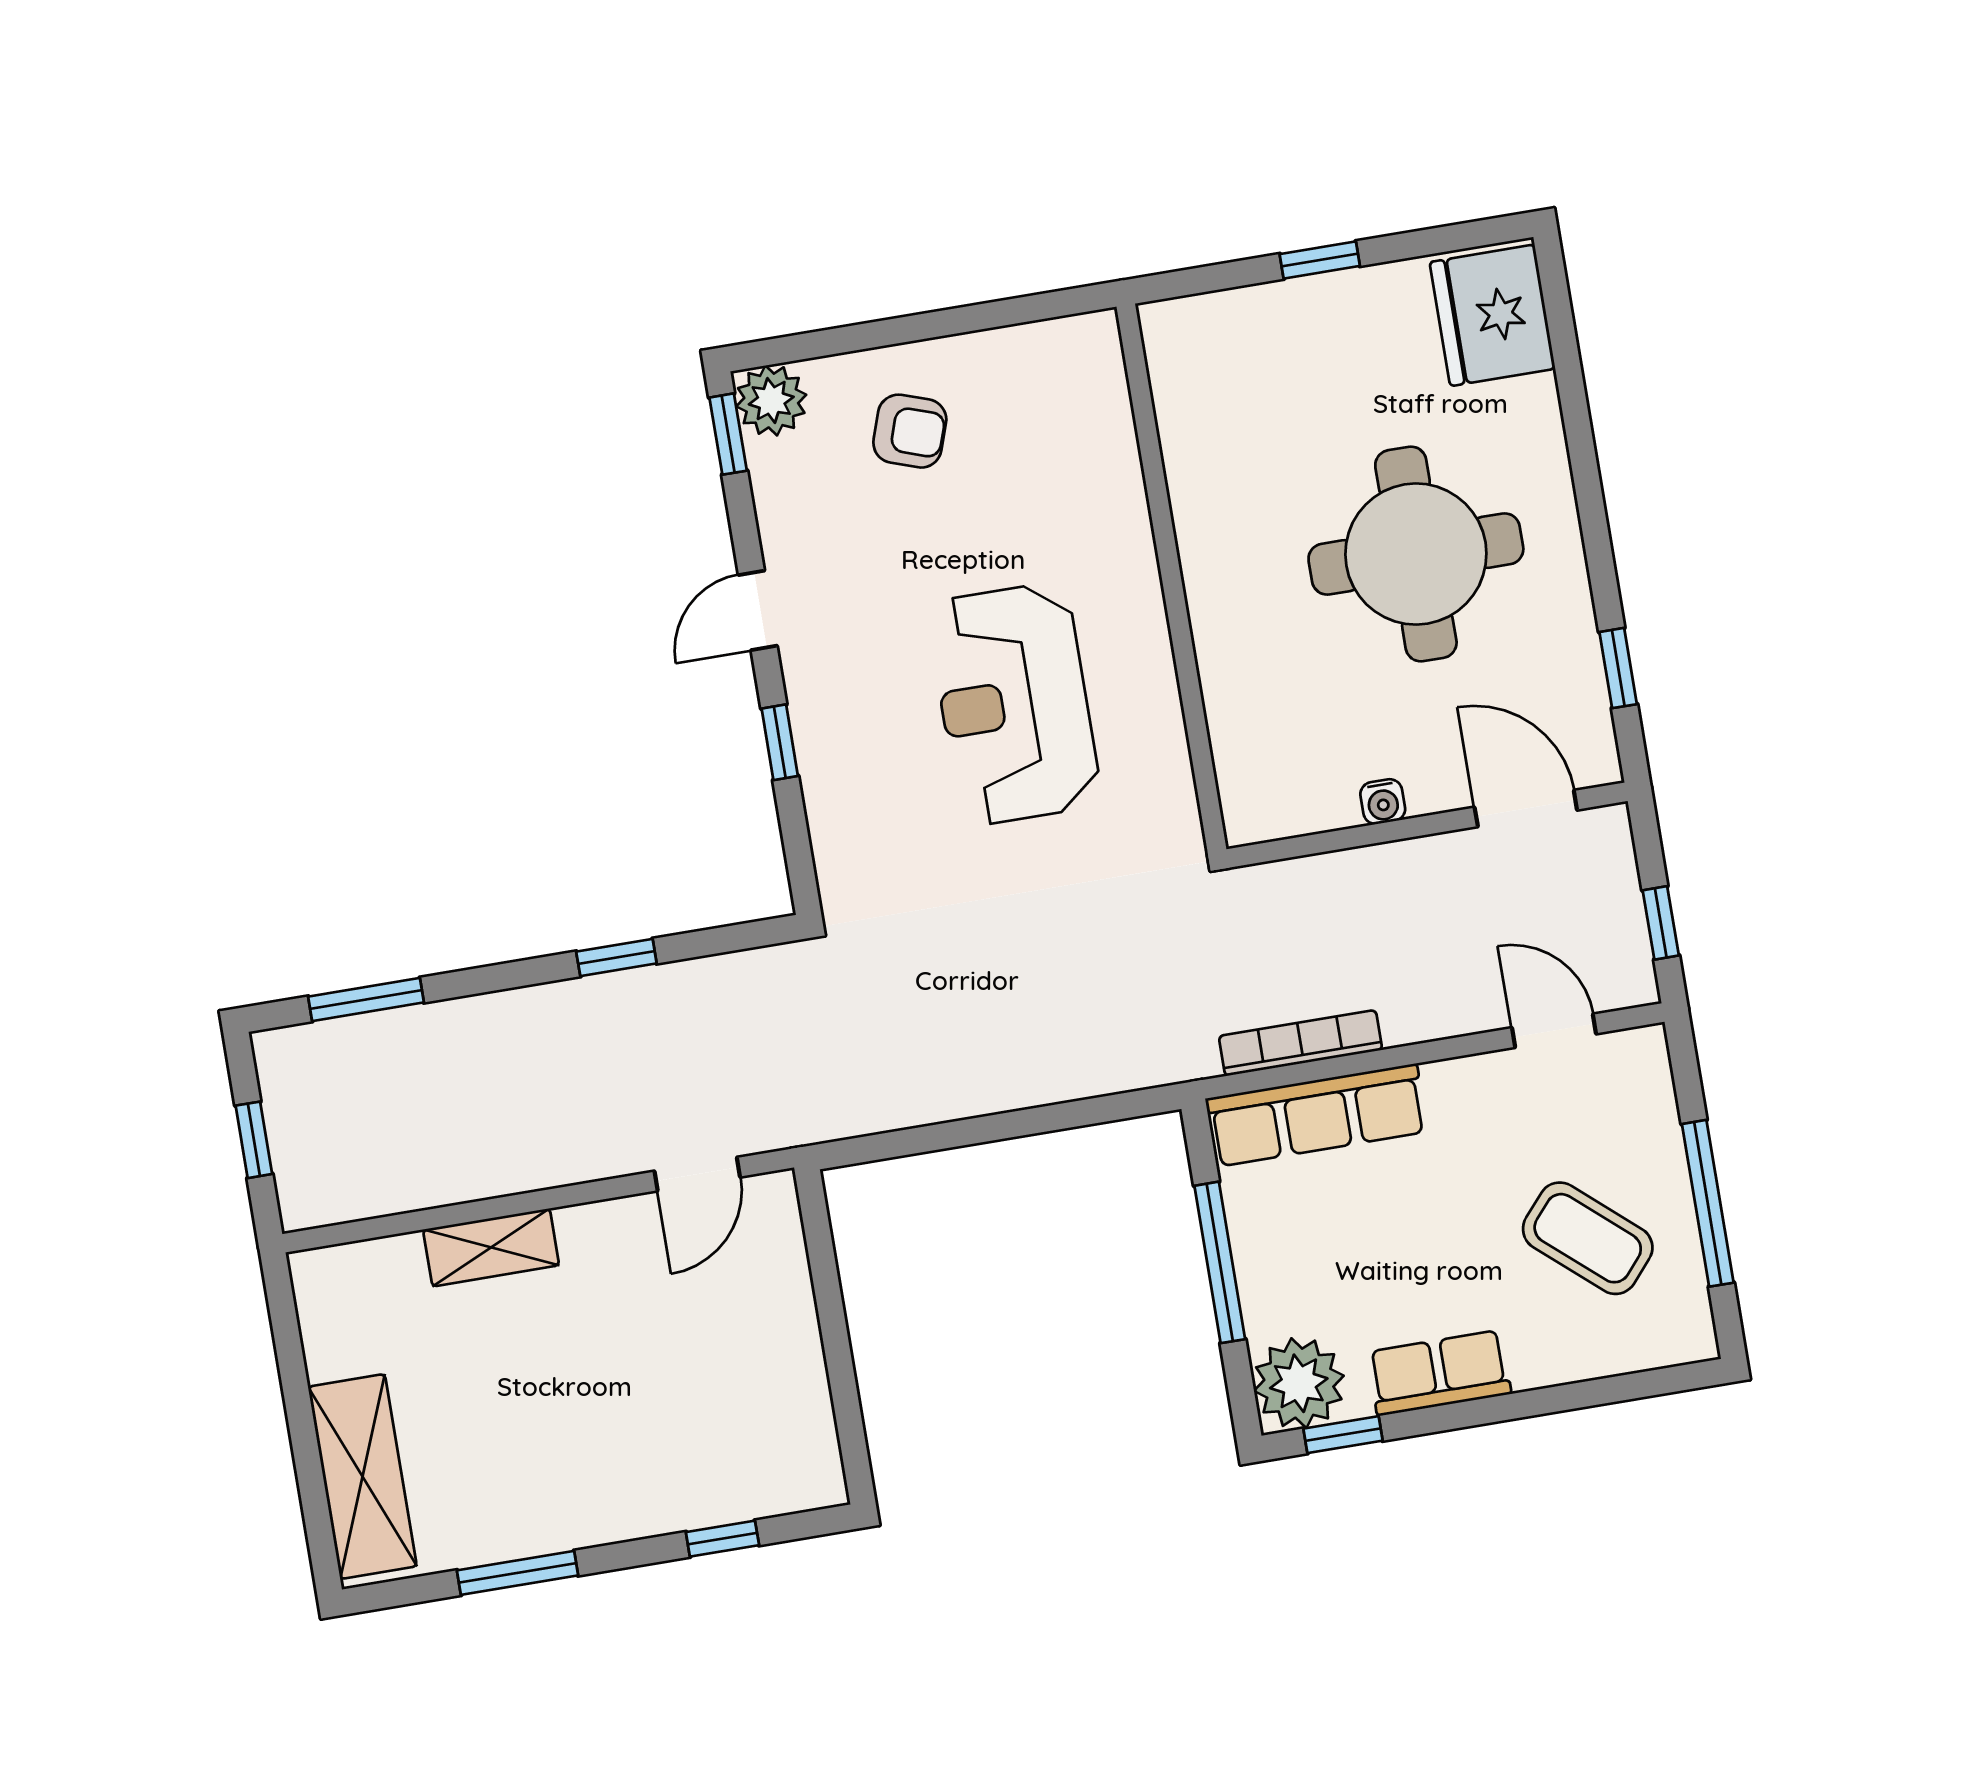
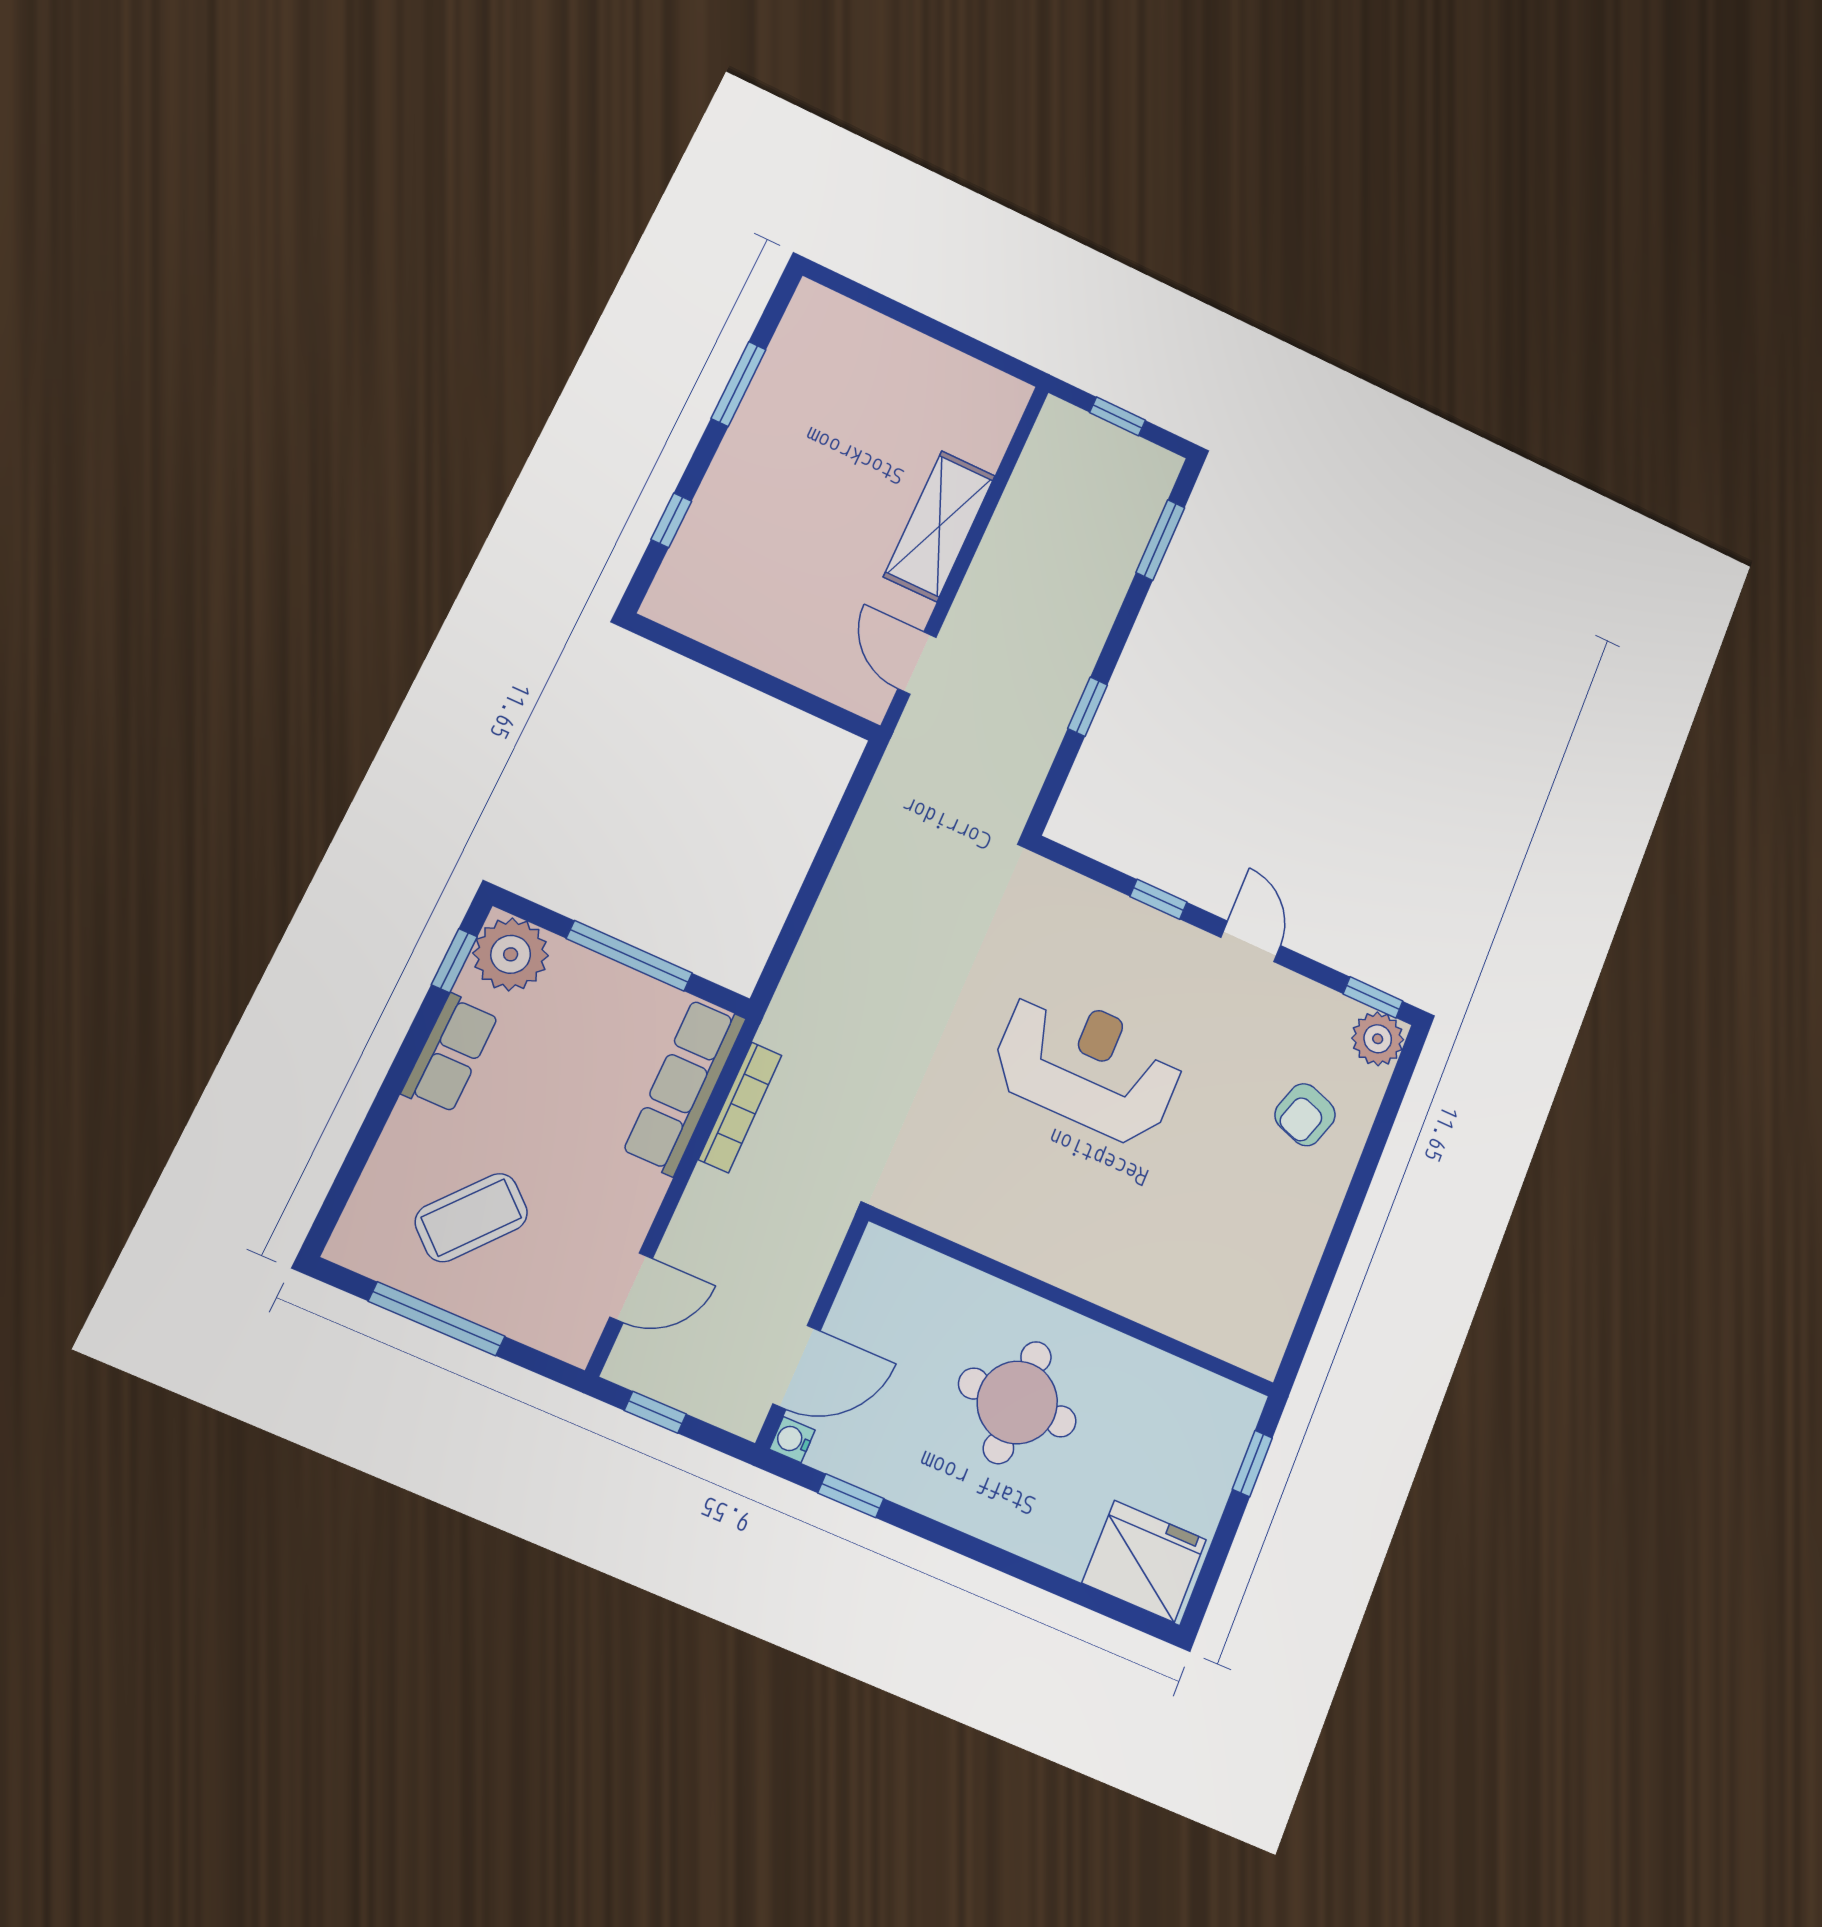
round table: (1416, 554) -> (1017, 1402), width x0.73, depth x0.73
wall: (1171, 578) -> (1073, 1303), moved
water cooler: (1383, 802) -> (792, 1440), moved
shelving: (491, 1247) -> (939, 526), width x1.50, depth x1.33
shelving: (362, 1477) -> (865, 336), removed

